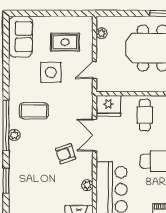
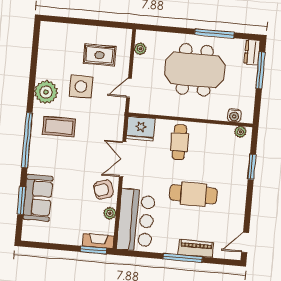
sofa: (21, 37) -> (38, 198), moved
plant: (14, 135) -> (46, 92), moved, width x1.87, depth x1.87
armchair: (66, 154) -> (104, 189), moved

